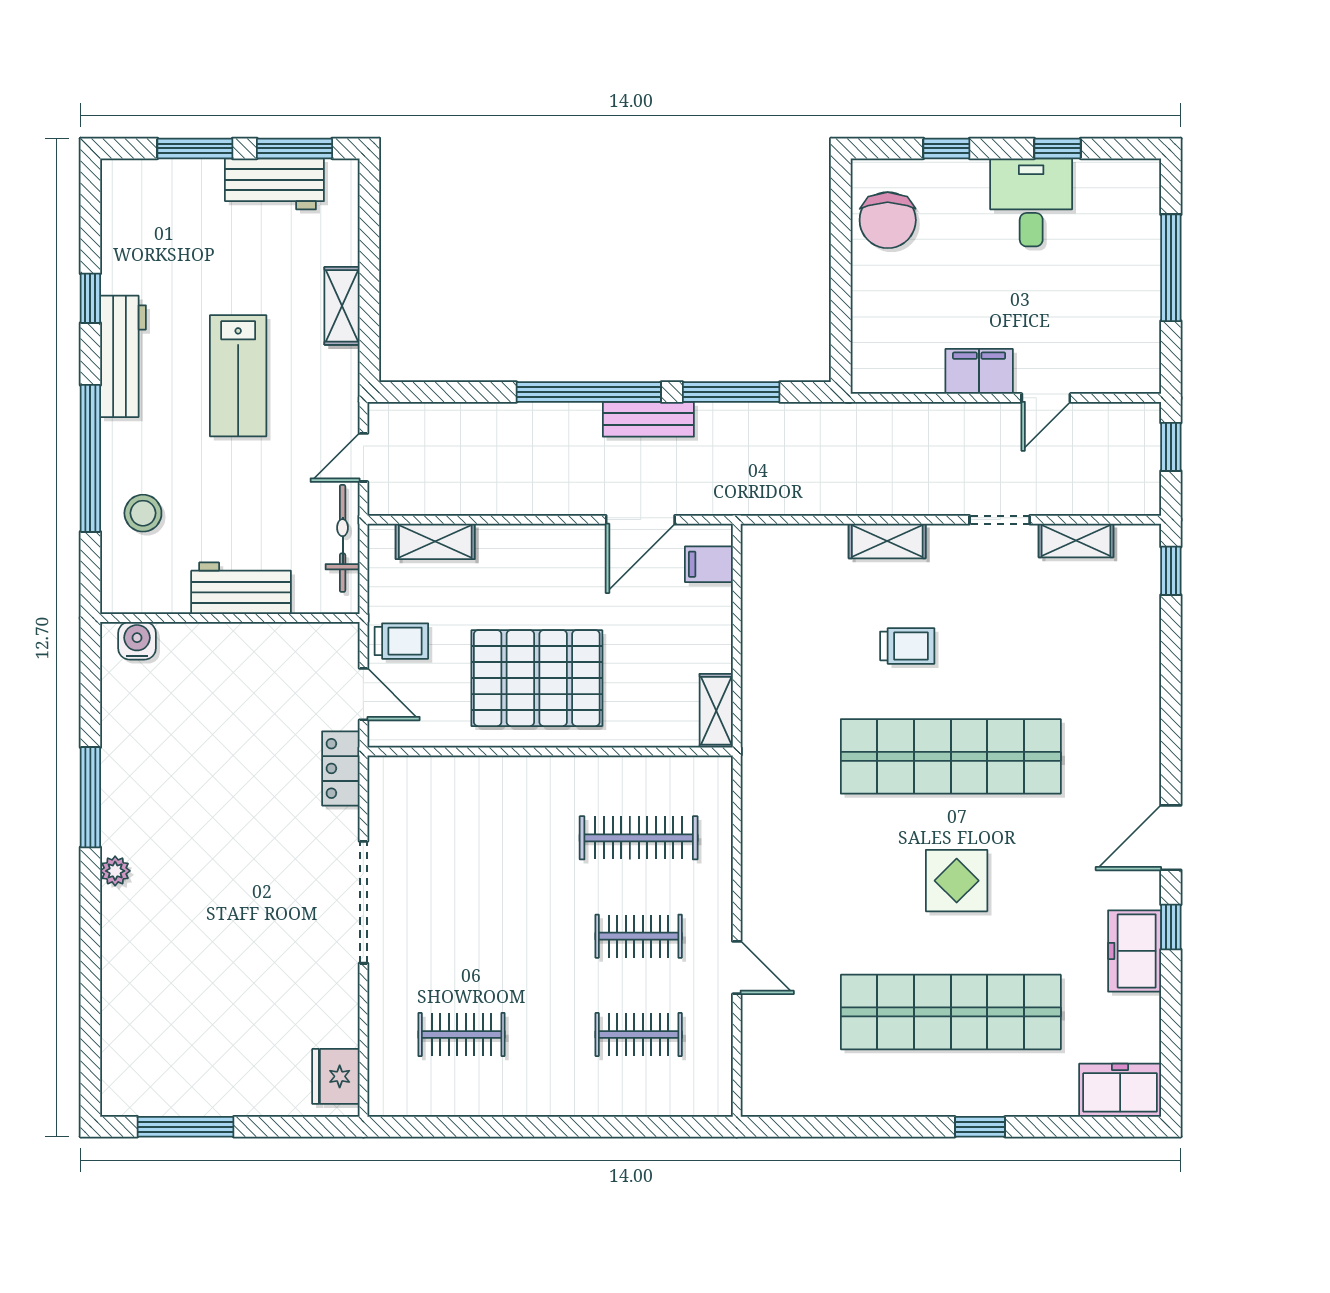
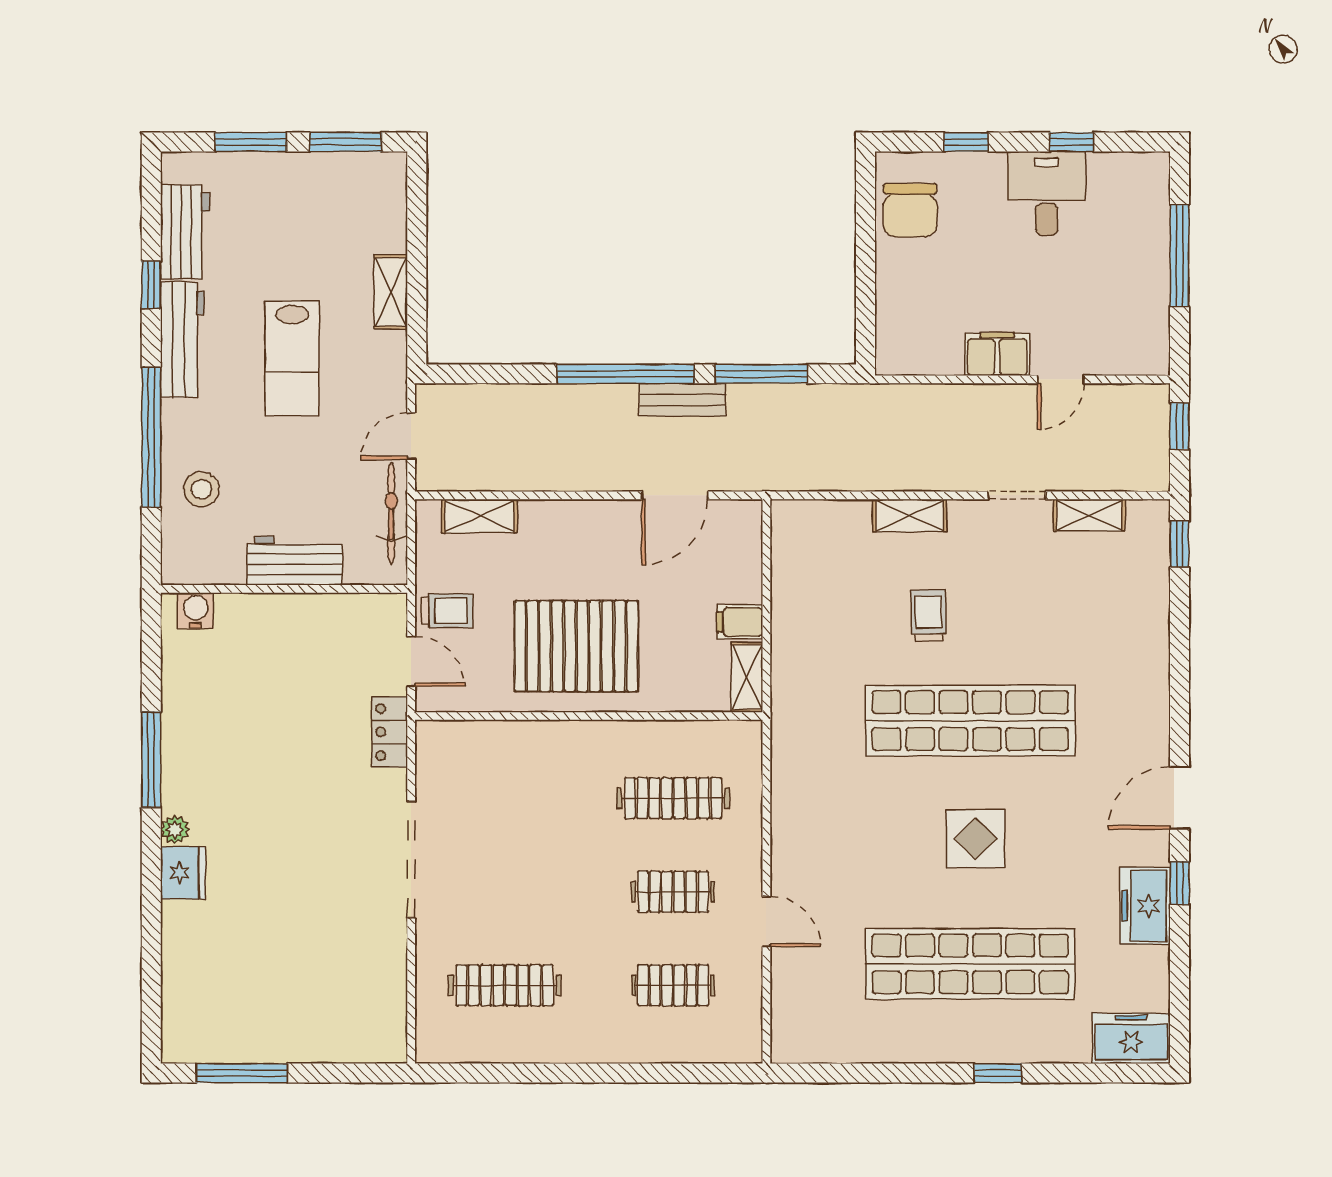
workbench: (274, 184) -> (185, 232), moved, turned -90
filing cabinet: (709, 564) -> (740, 622), moved
trolley: (907, 646) -> (929, 616), turned -91
clothes rail: (462, 1035) -> (505, 985), width x1.36
fridge: (336, 1076) -> (183, 873), moved, turned 180

